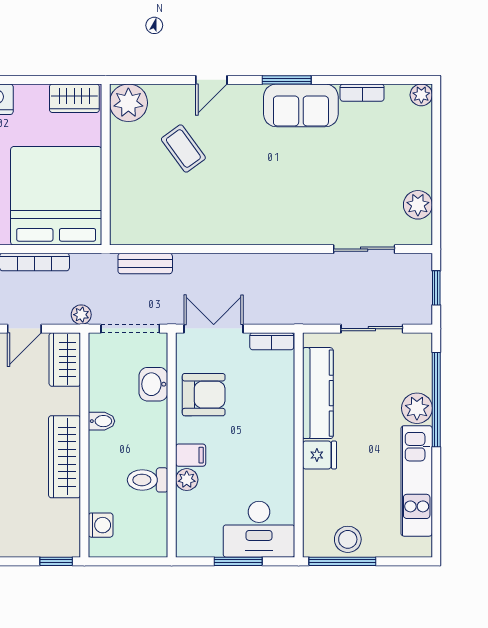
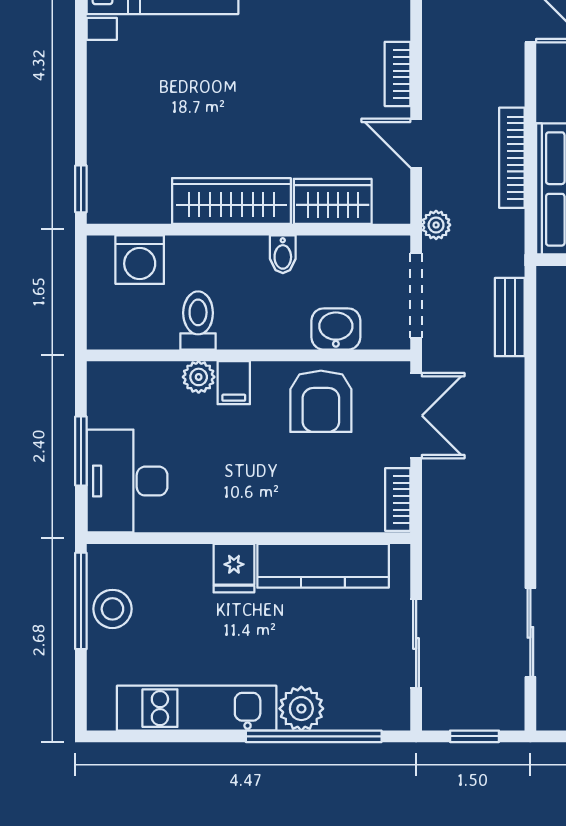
wardrobe: (65, 359) -> (333, 201), moved
washing machine: (101, 525) -> (140, 260), width x1.38, depth x1.38

